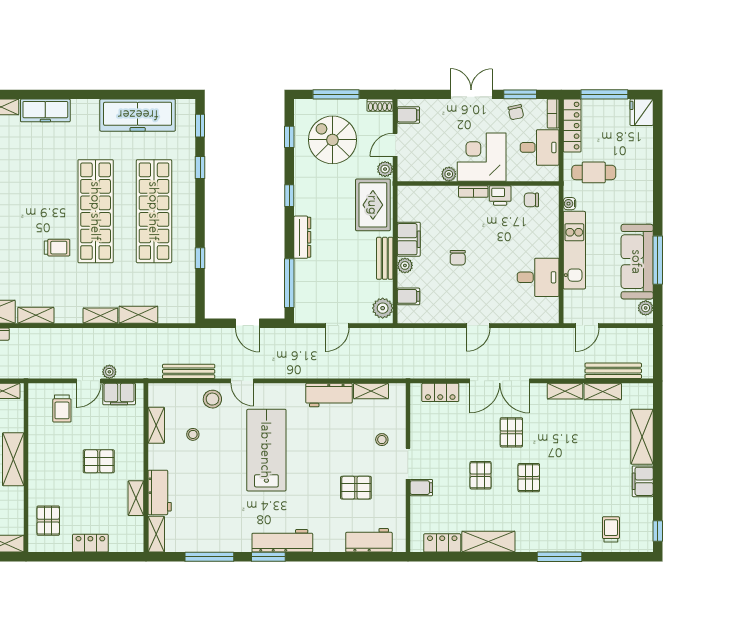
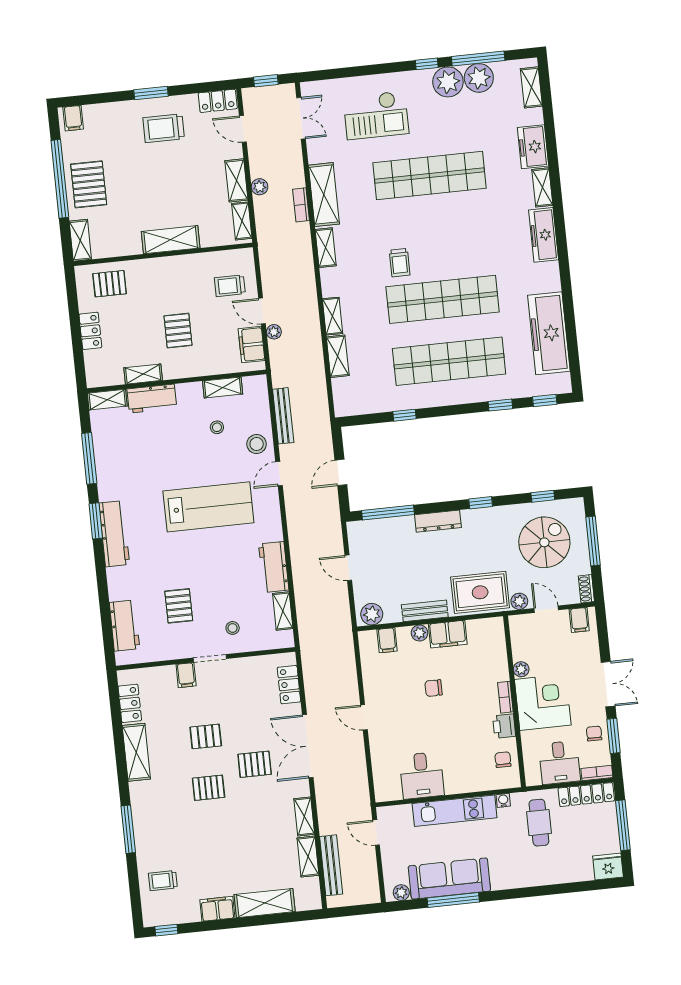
chair: (516, 112) -> (594, 733), turned 102
trolley: (611, 529) -> (163, 881), turned 180

